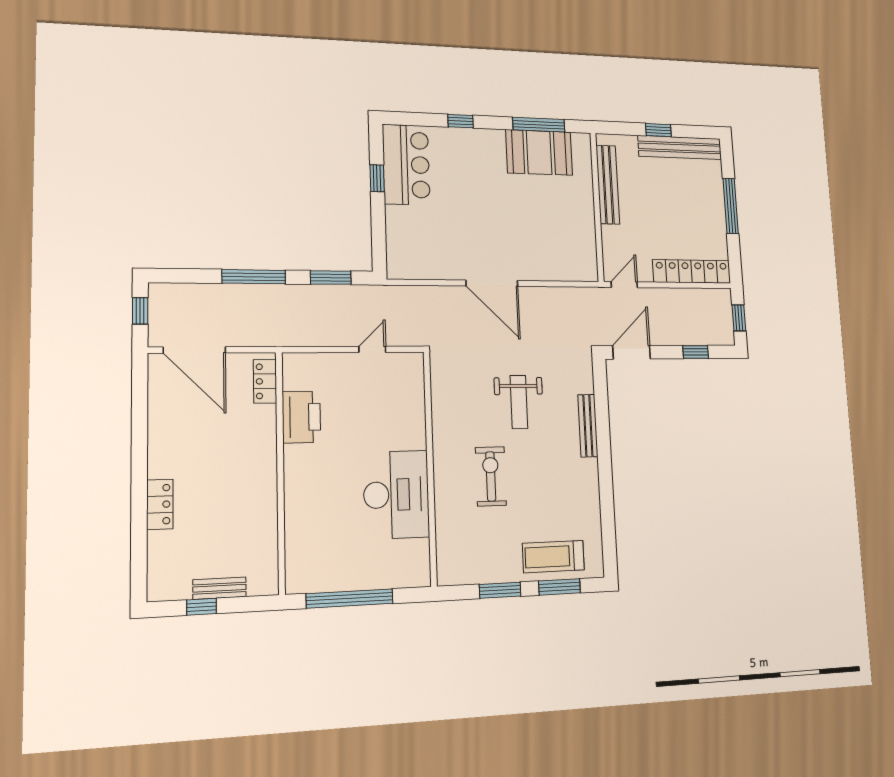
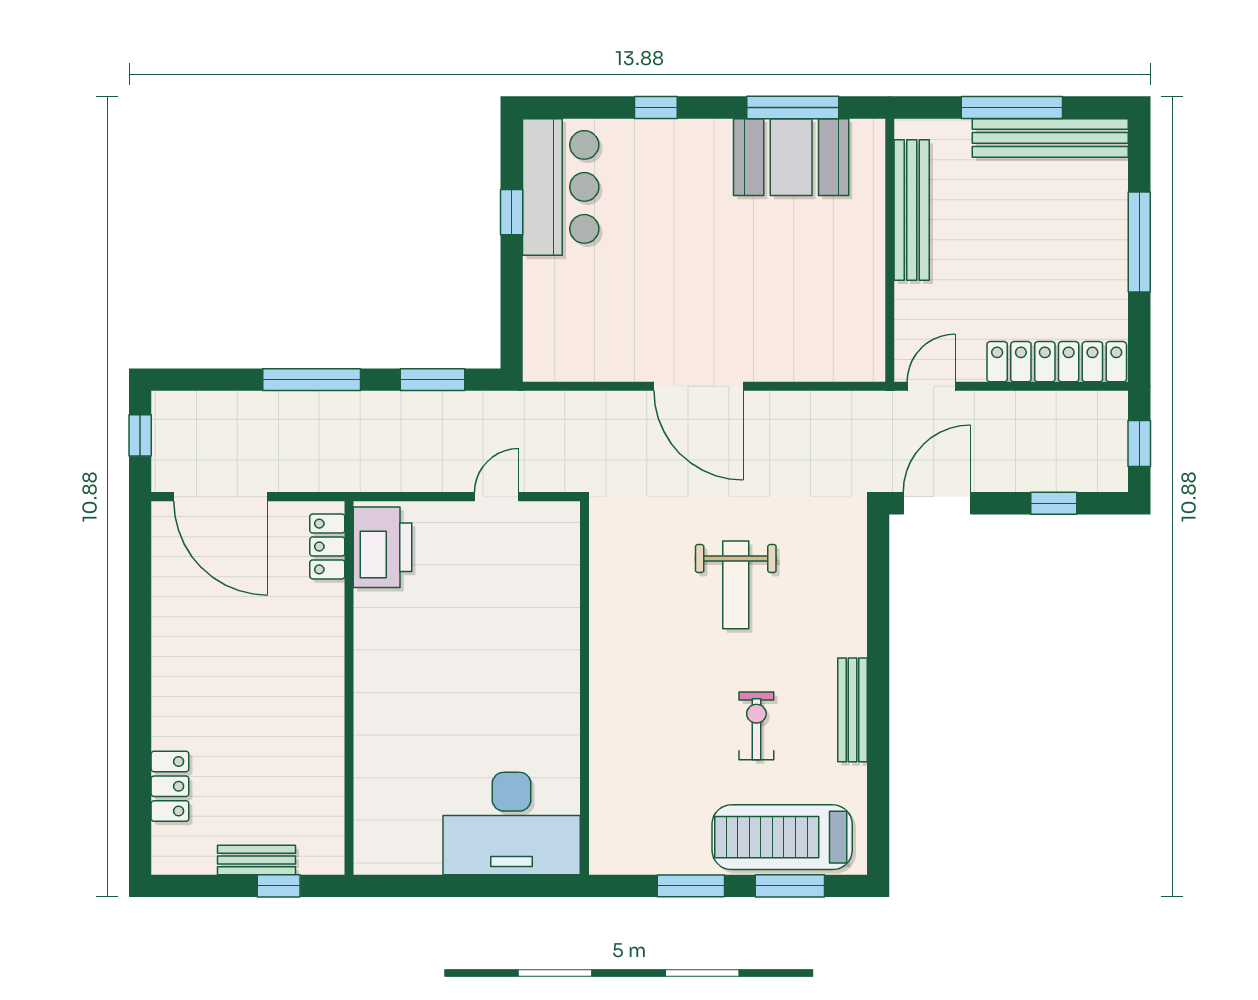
window: (658, 130) -> (1012, 107), width x2.17
printer: (301, 417) -> (383, 547), moved
bench: (588, 426) -> (852, 710), moved
exercise bike: (491, 476) -> (756, 726), moved, width x0.73, depth x0.72
desk: (396, 495) -> (512, 823), moved, turned 90
locker: (160, 504) -> (170, 786), moved
treadmill: (553, 557) -> (782, 837), width x1.37, depth x1.38
window: (350, 599) -> (452, 886), removed
window: (202, 607) -> (279, 886), moved

